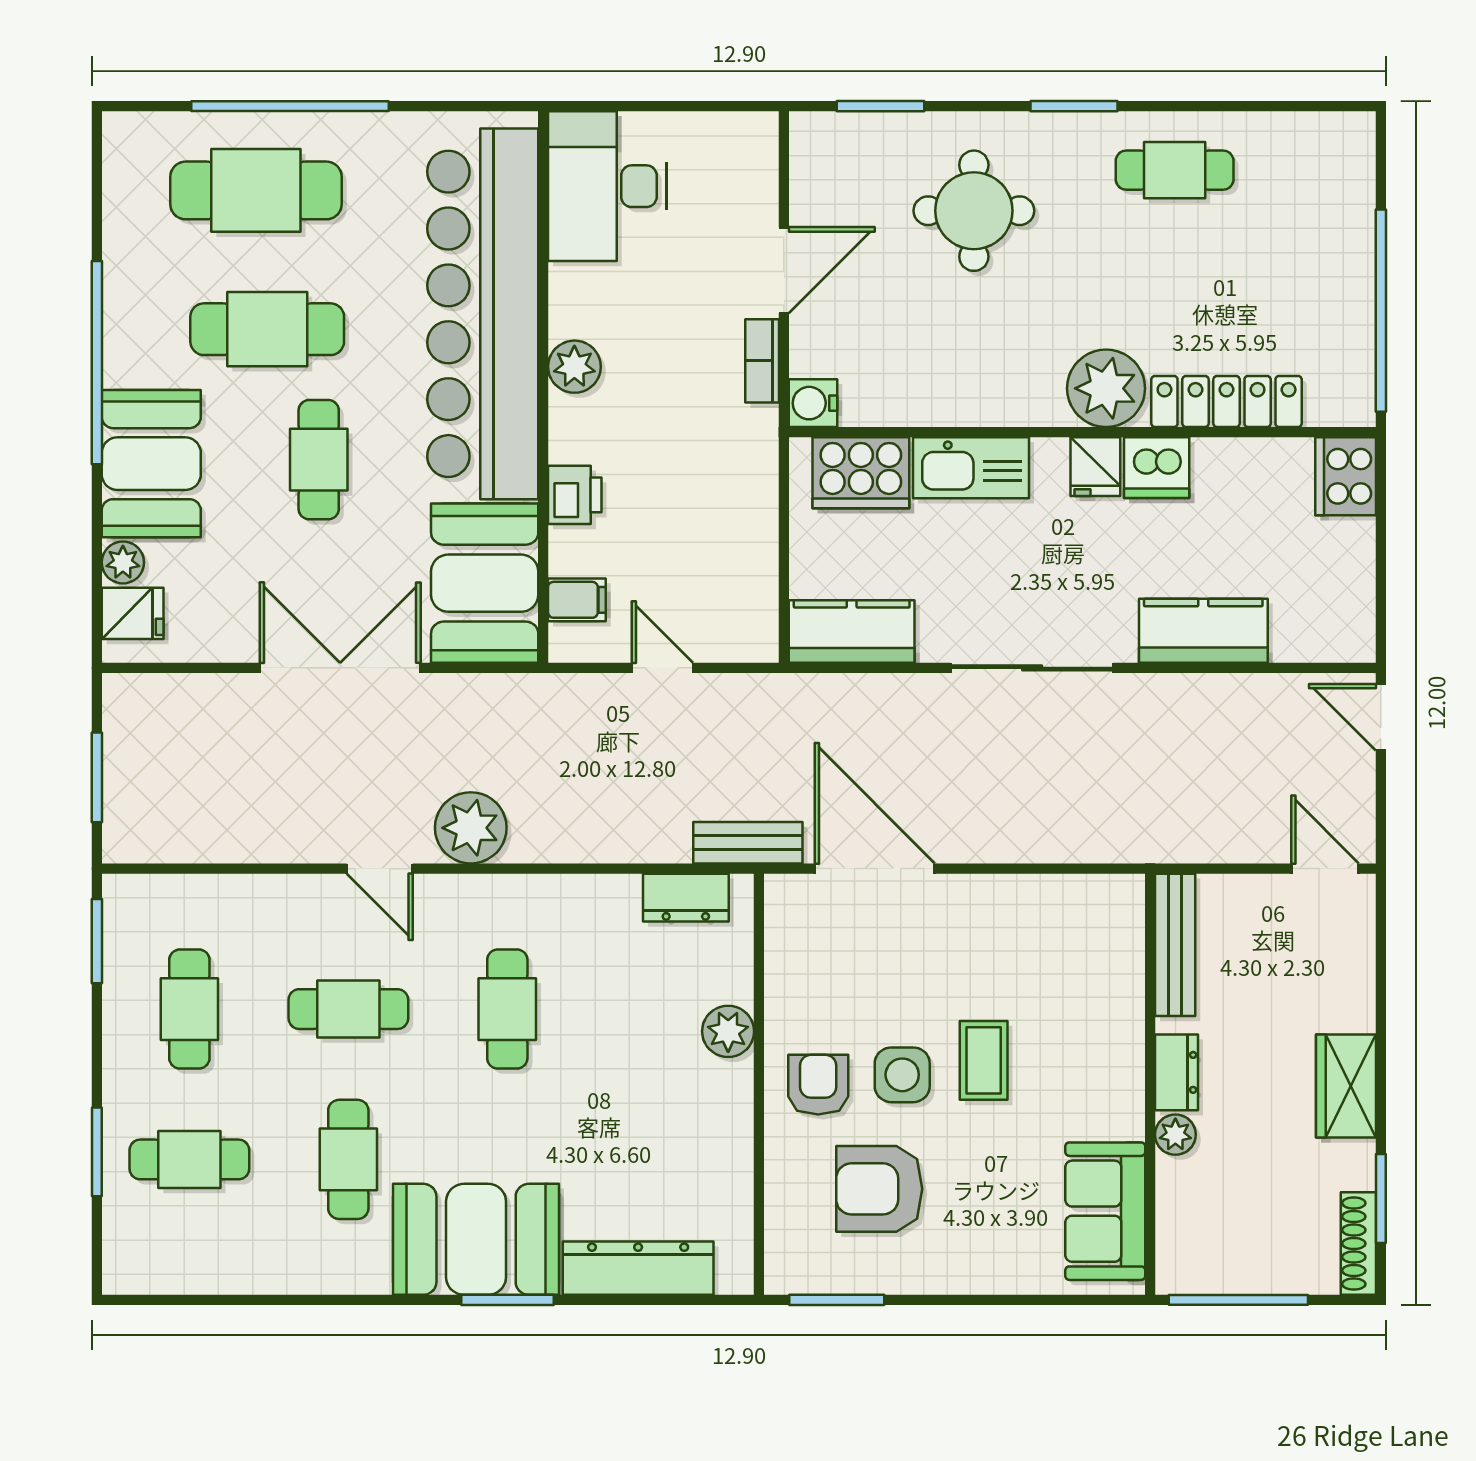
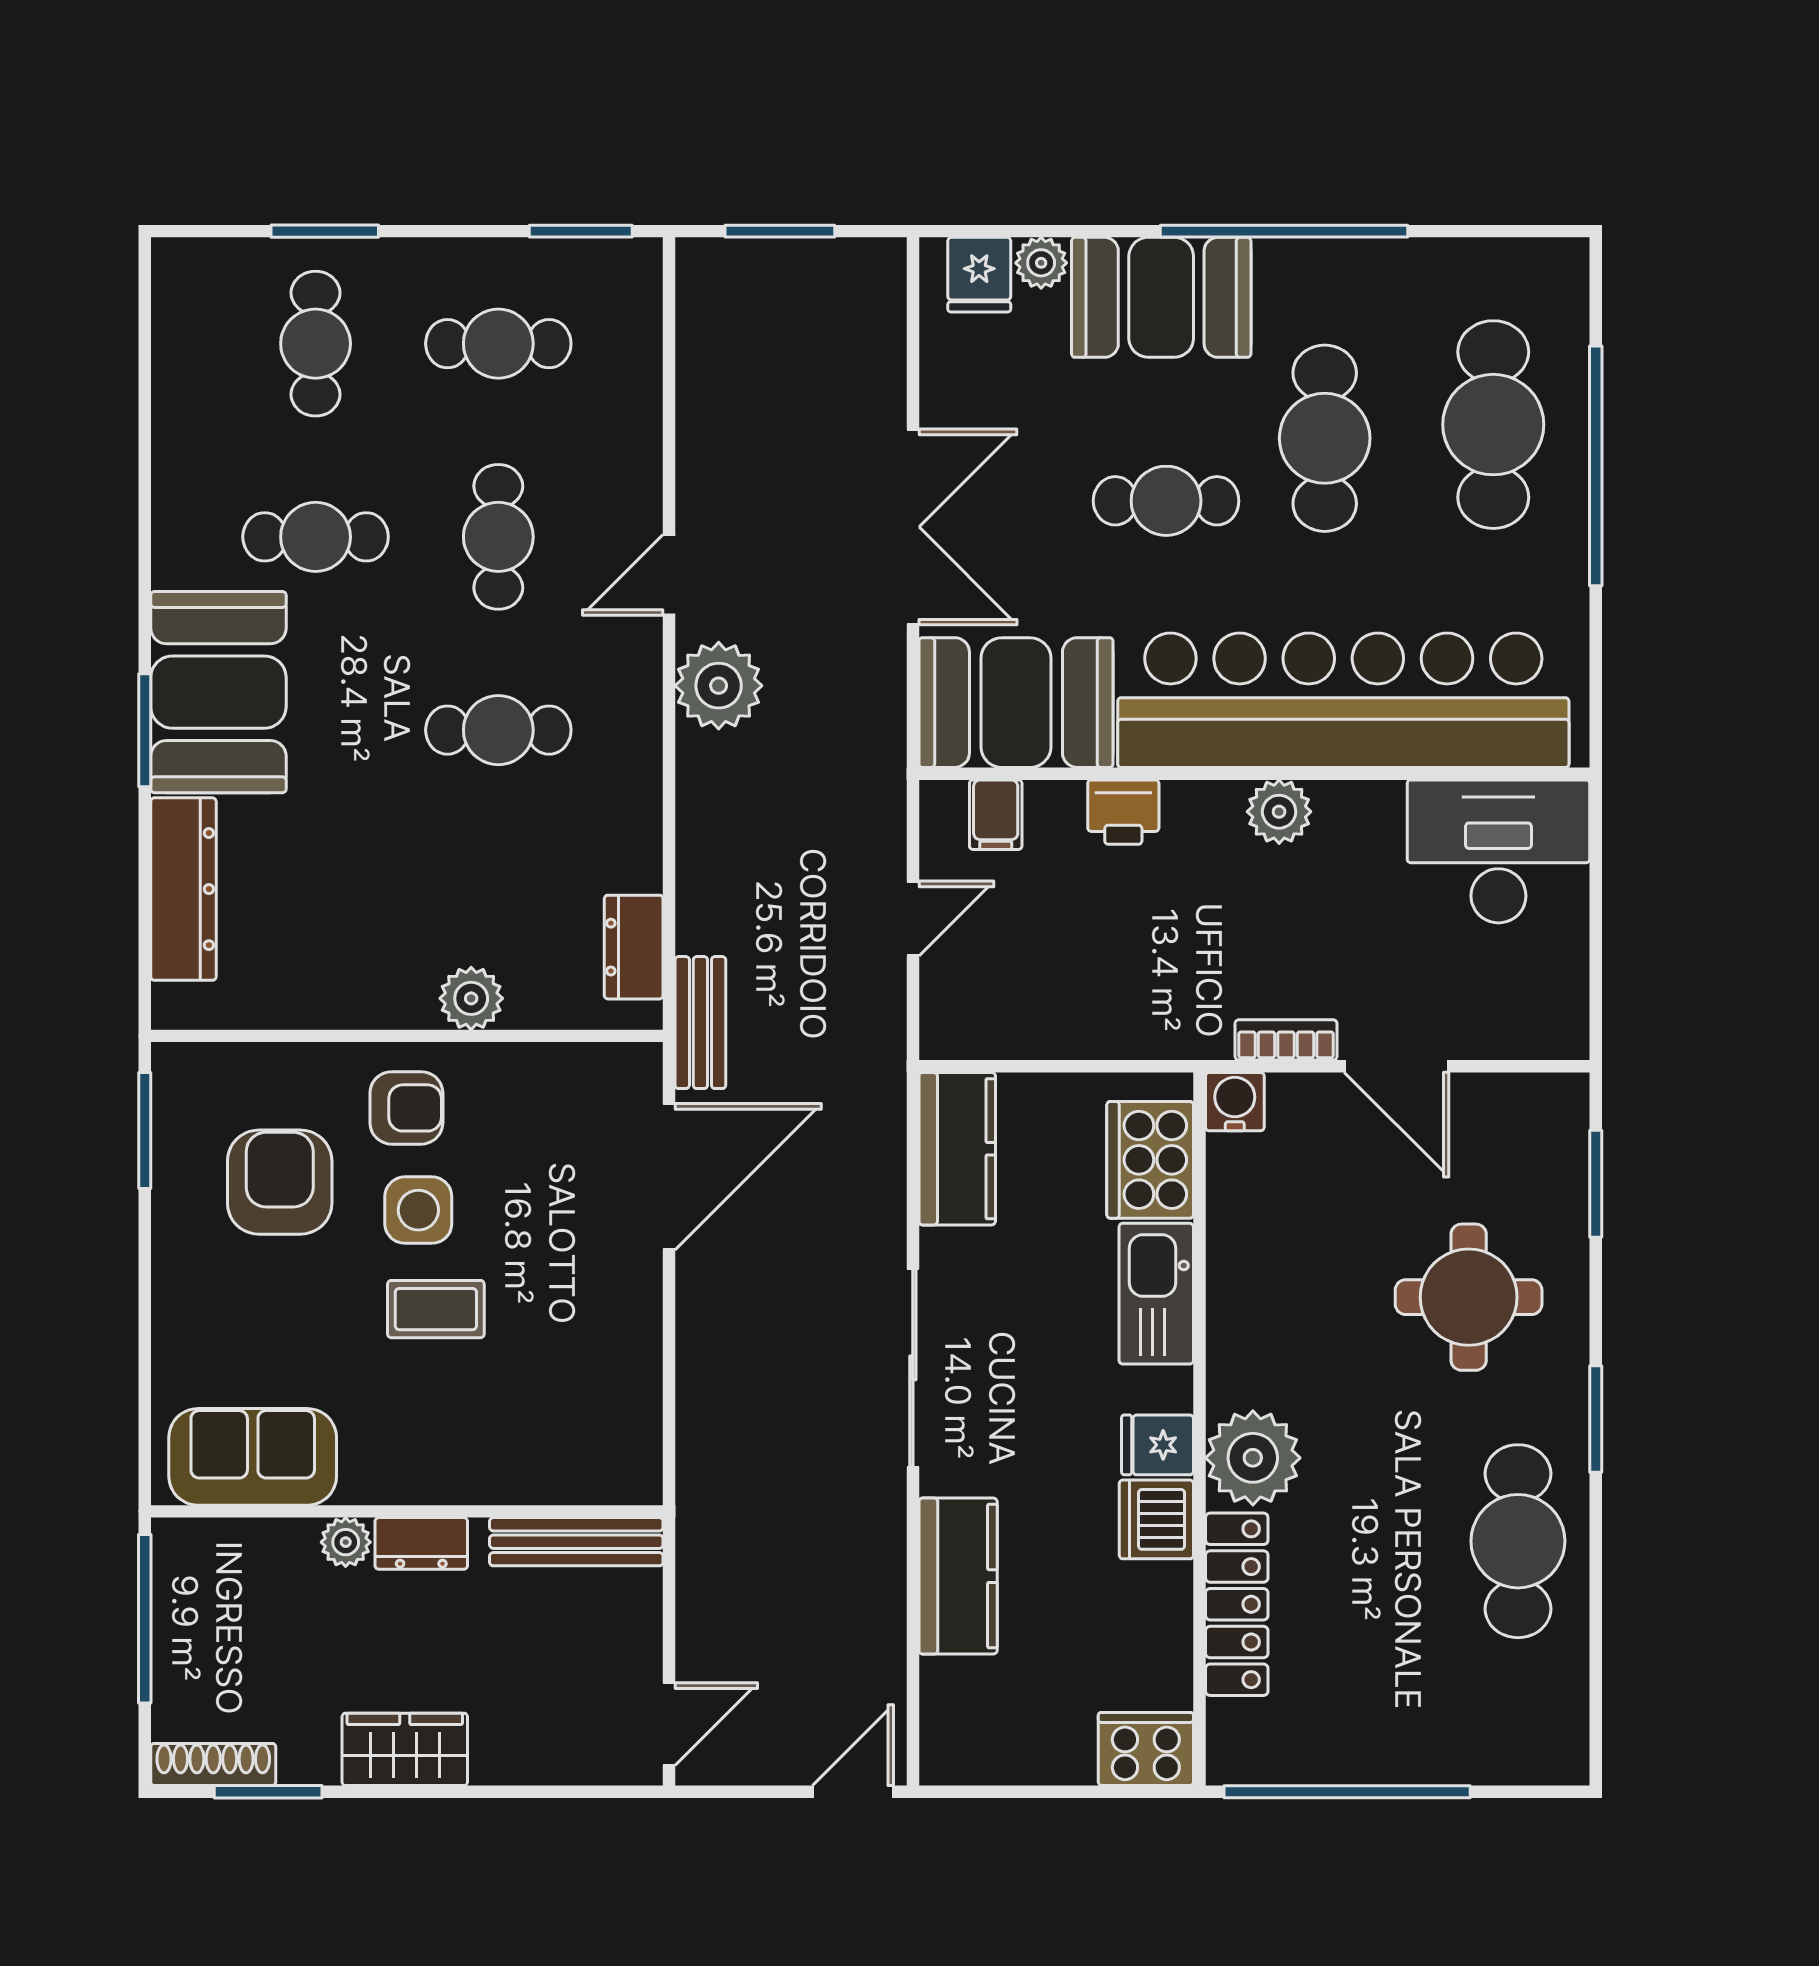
cafe table: (1175, 170) -> (1518, 1541), width x1.37, depth x1.35

